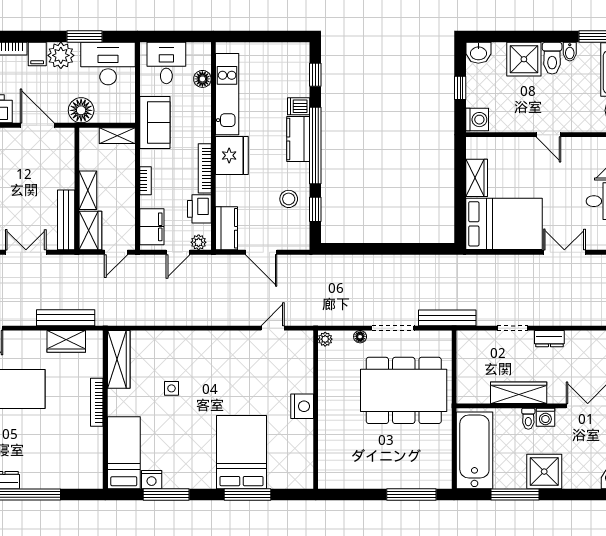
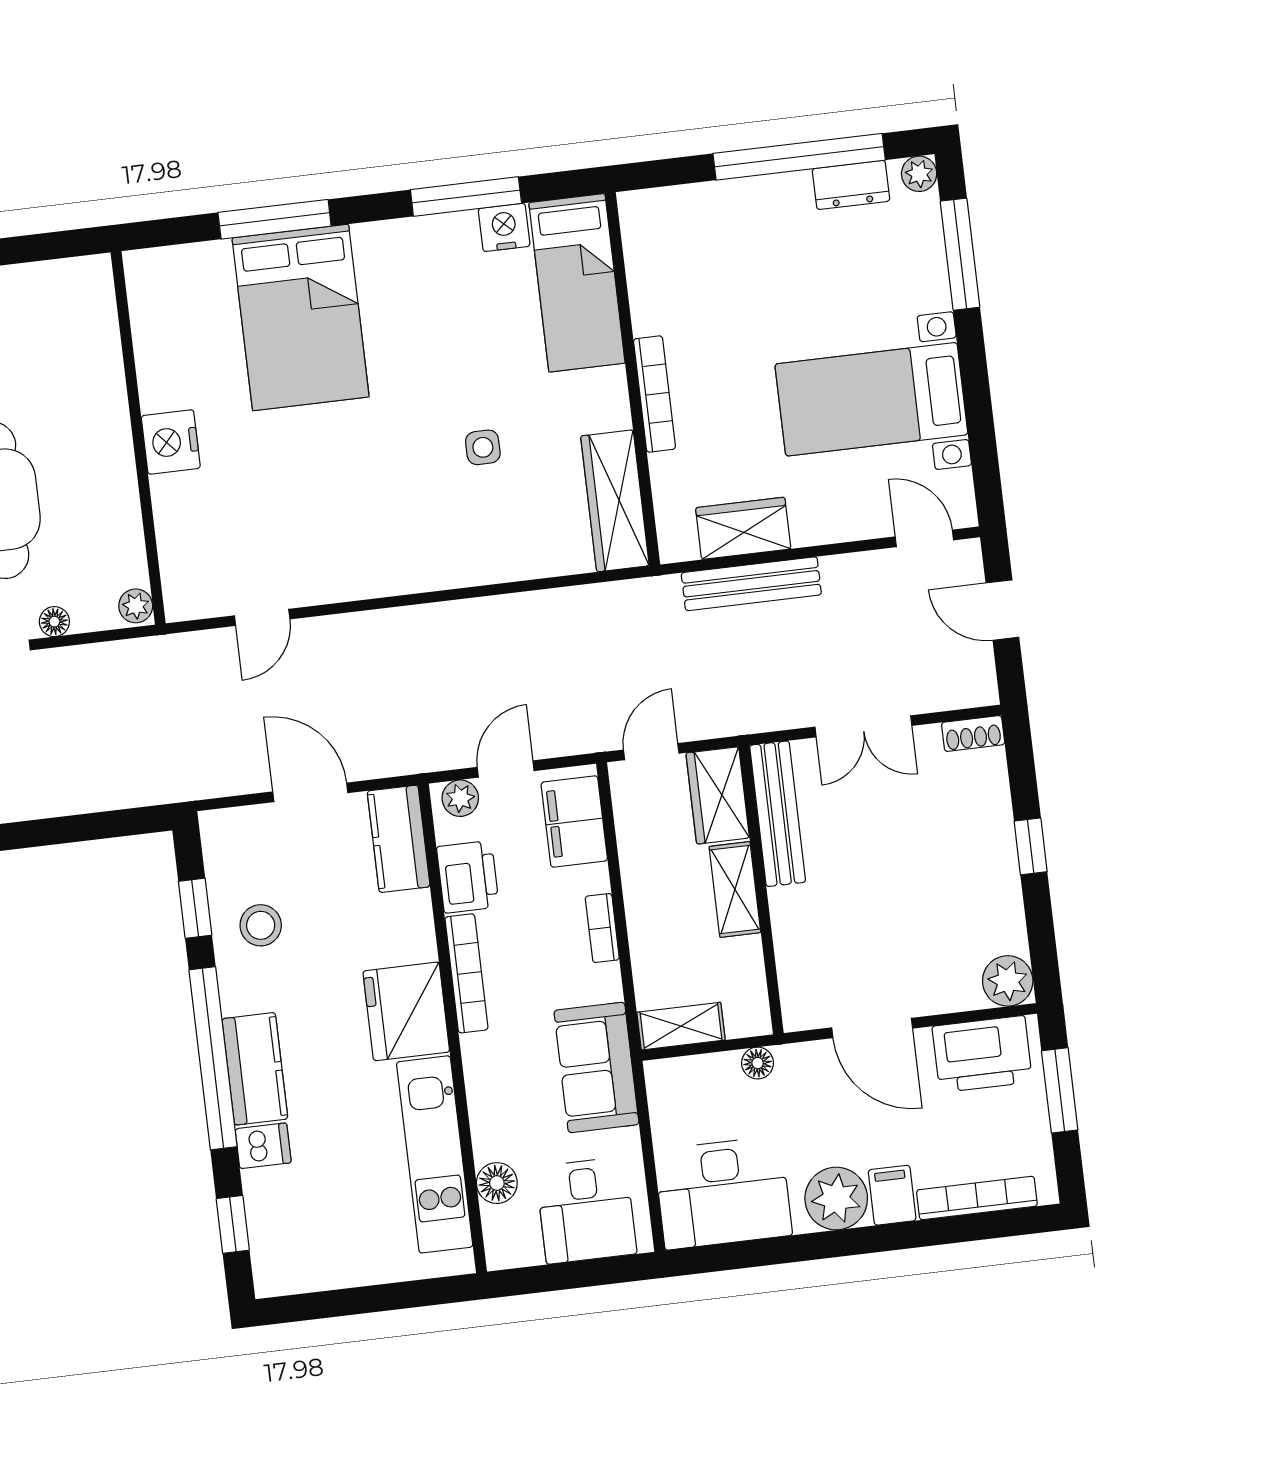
window: (85, 37) -> (786, 1250), removed
floor lamp: (81, 110) -> (758, 1063), width x0.53, depth x0.53

